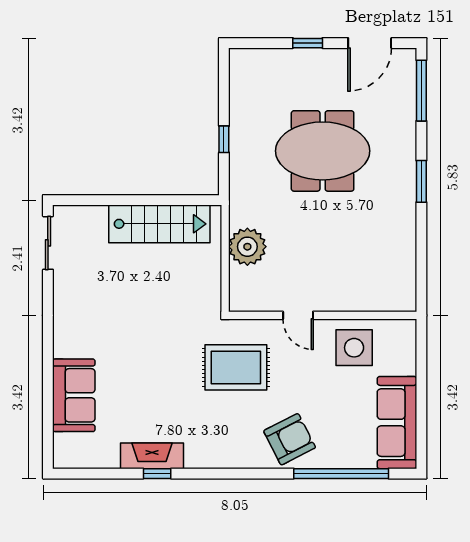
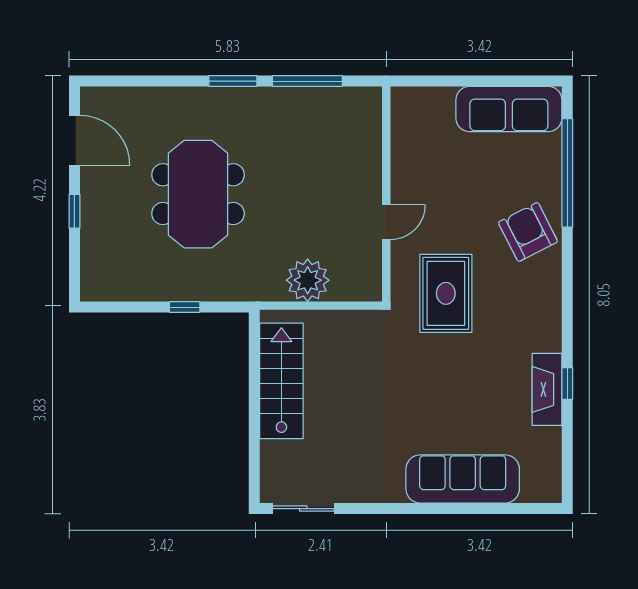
window: (421, 91) -> (307, 81), moved
side table: (354, 348) -> (423, 158), removed
sofa: (74, 395) -> (463, 479), width x1.36

